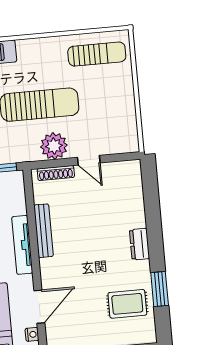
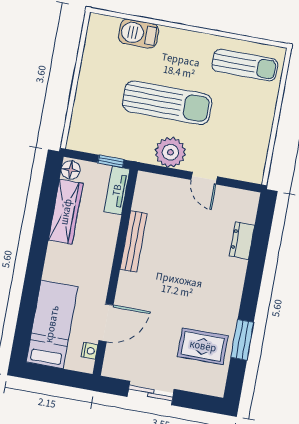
shoe rack: (56, 173) -> (164, 182), removed
dresser: (139, 244) -> (242, 240), moved
tv unit: (22, 245) -> (117, 190), moved, width x0.71

